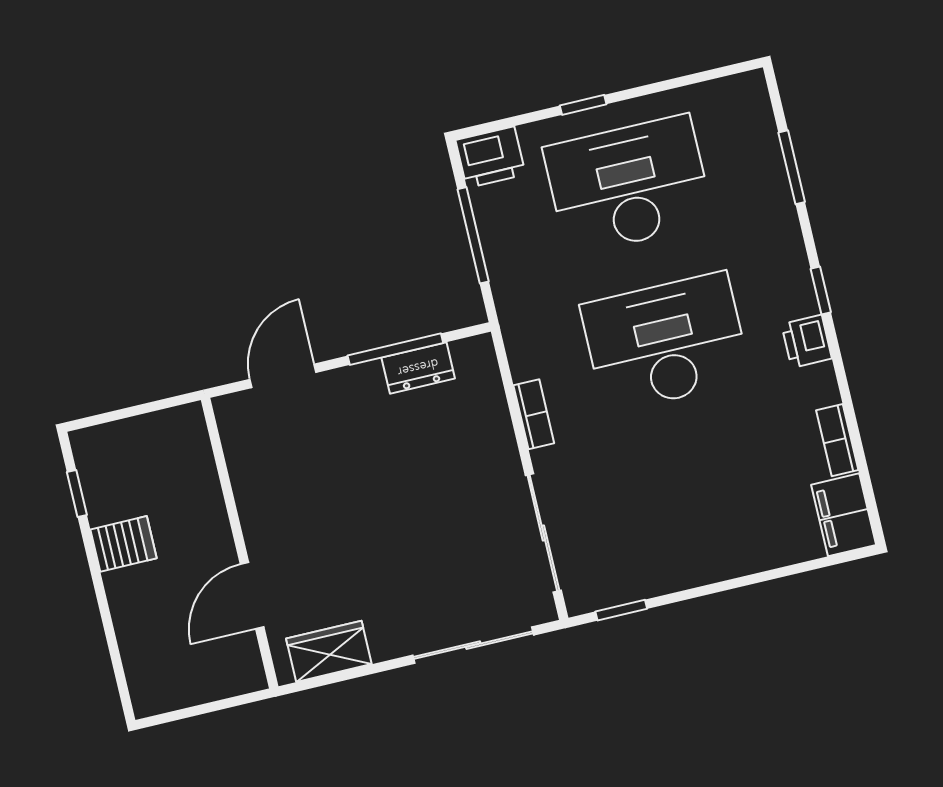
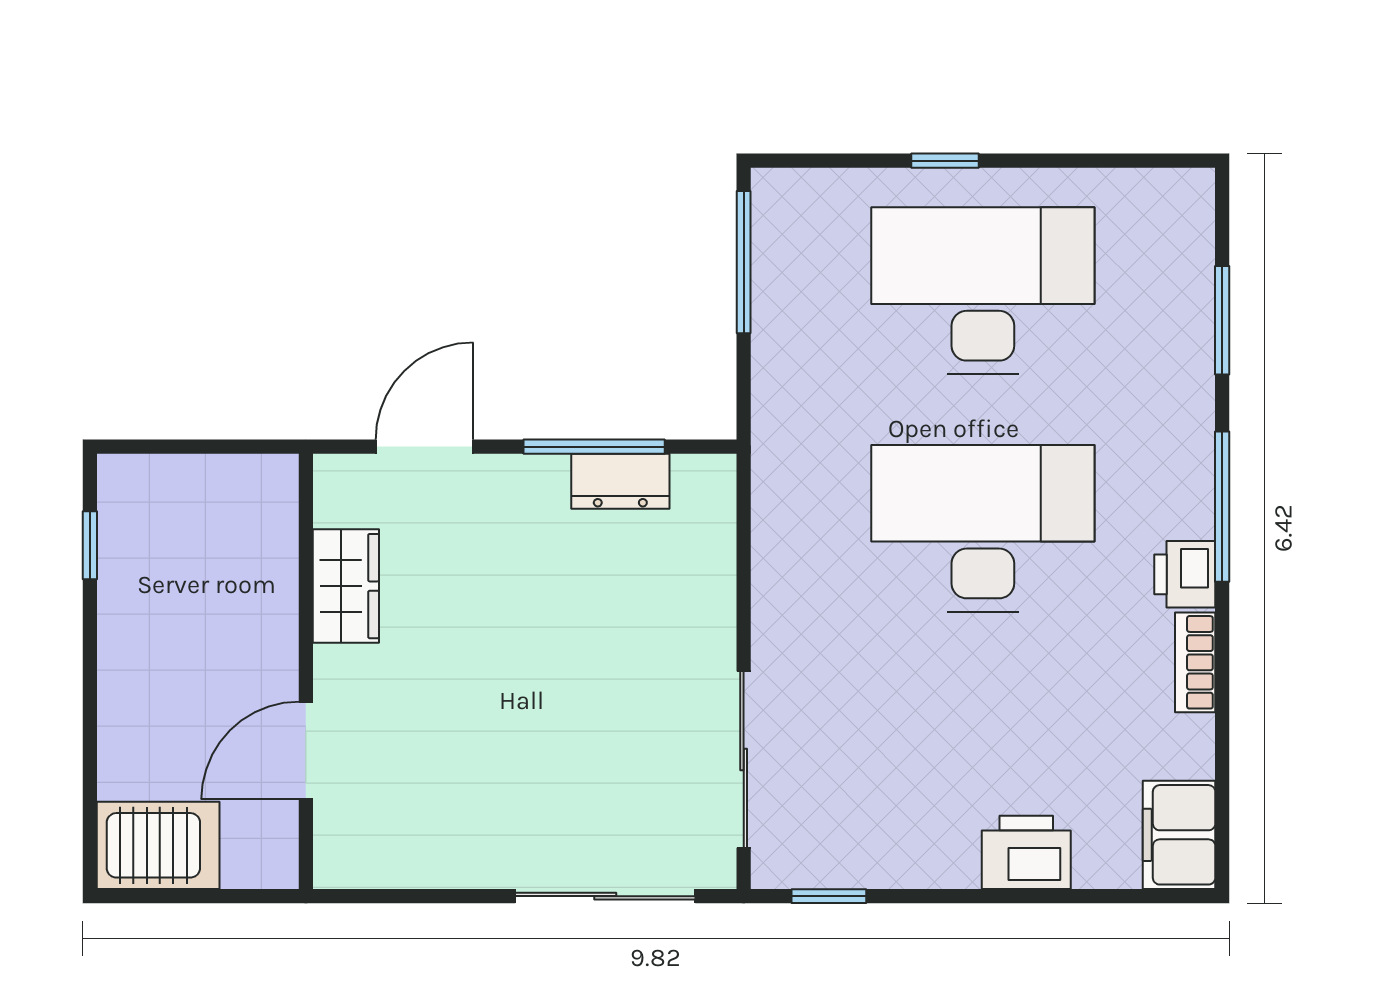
printer: (490, 157) -> (1026, 852), moved, turned 180
window: (473, 235) -> (744, 262), moved
window: (821, 291) -> (1222, 507), width x2.17
bookcase: (534, 414) -> (770, 586), removed
bookcase: (837, 440) -> (1195, 662), moved
server rack: (124, 544) -> (158, 845), moved, width x1.36, depth x1.44
wardrobe: (329, 651) -> (346, 586), moved, turned 90

